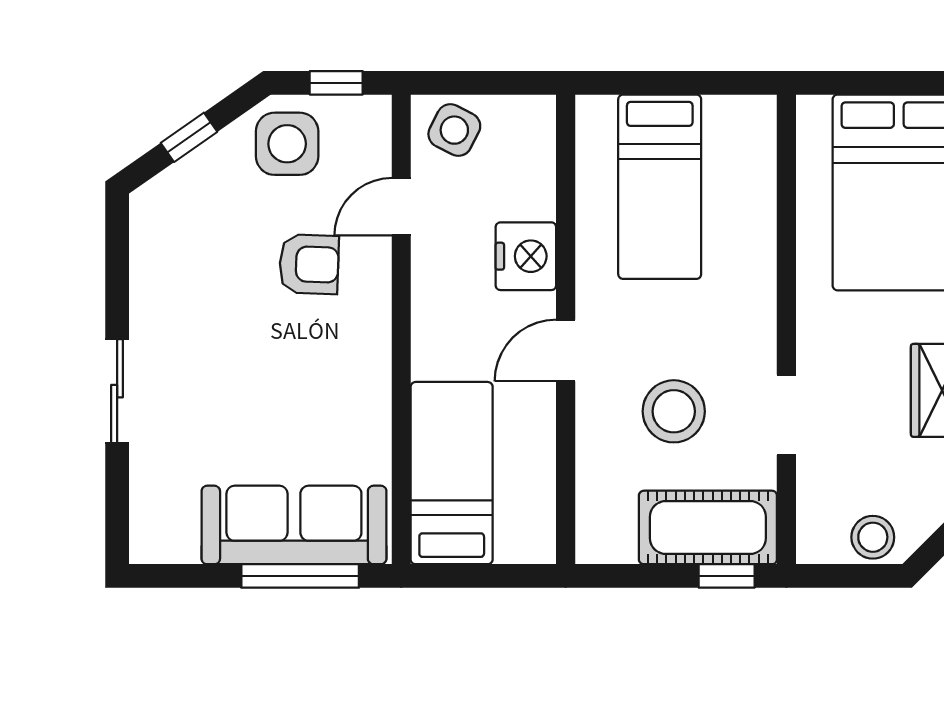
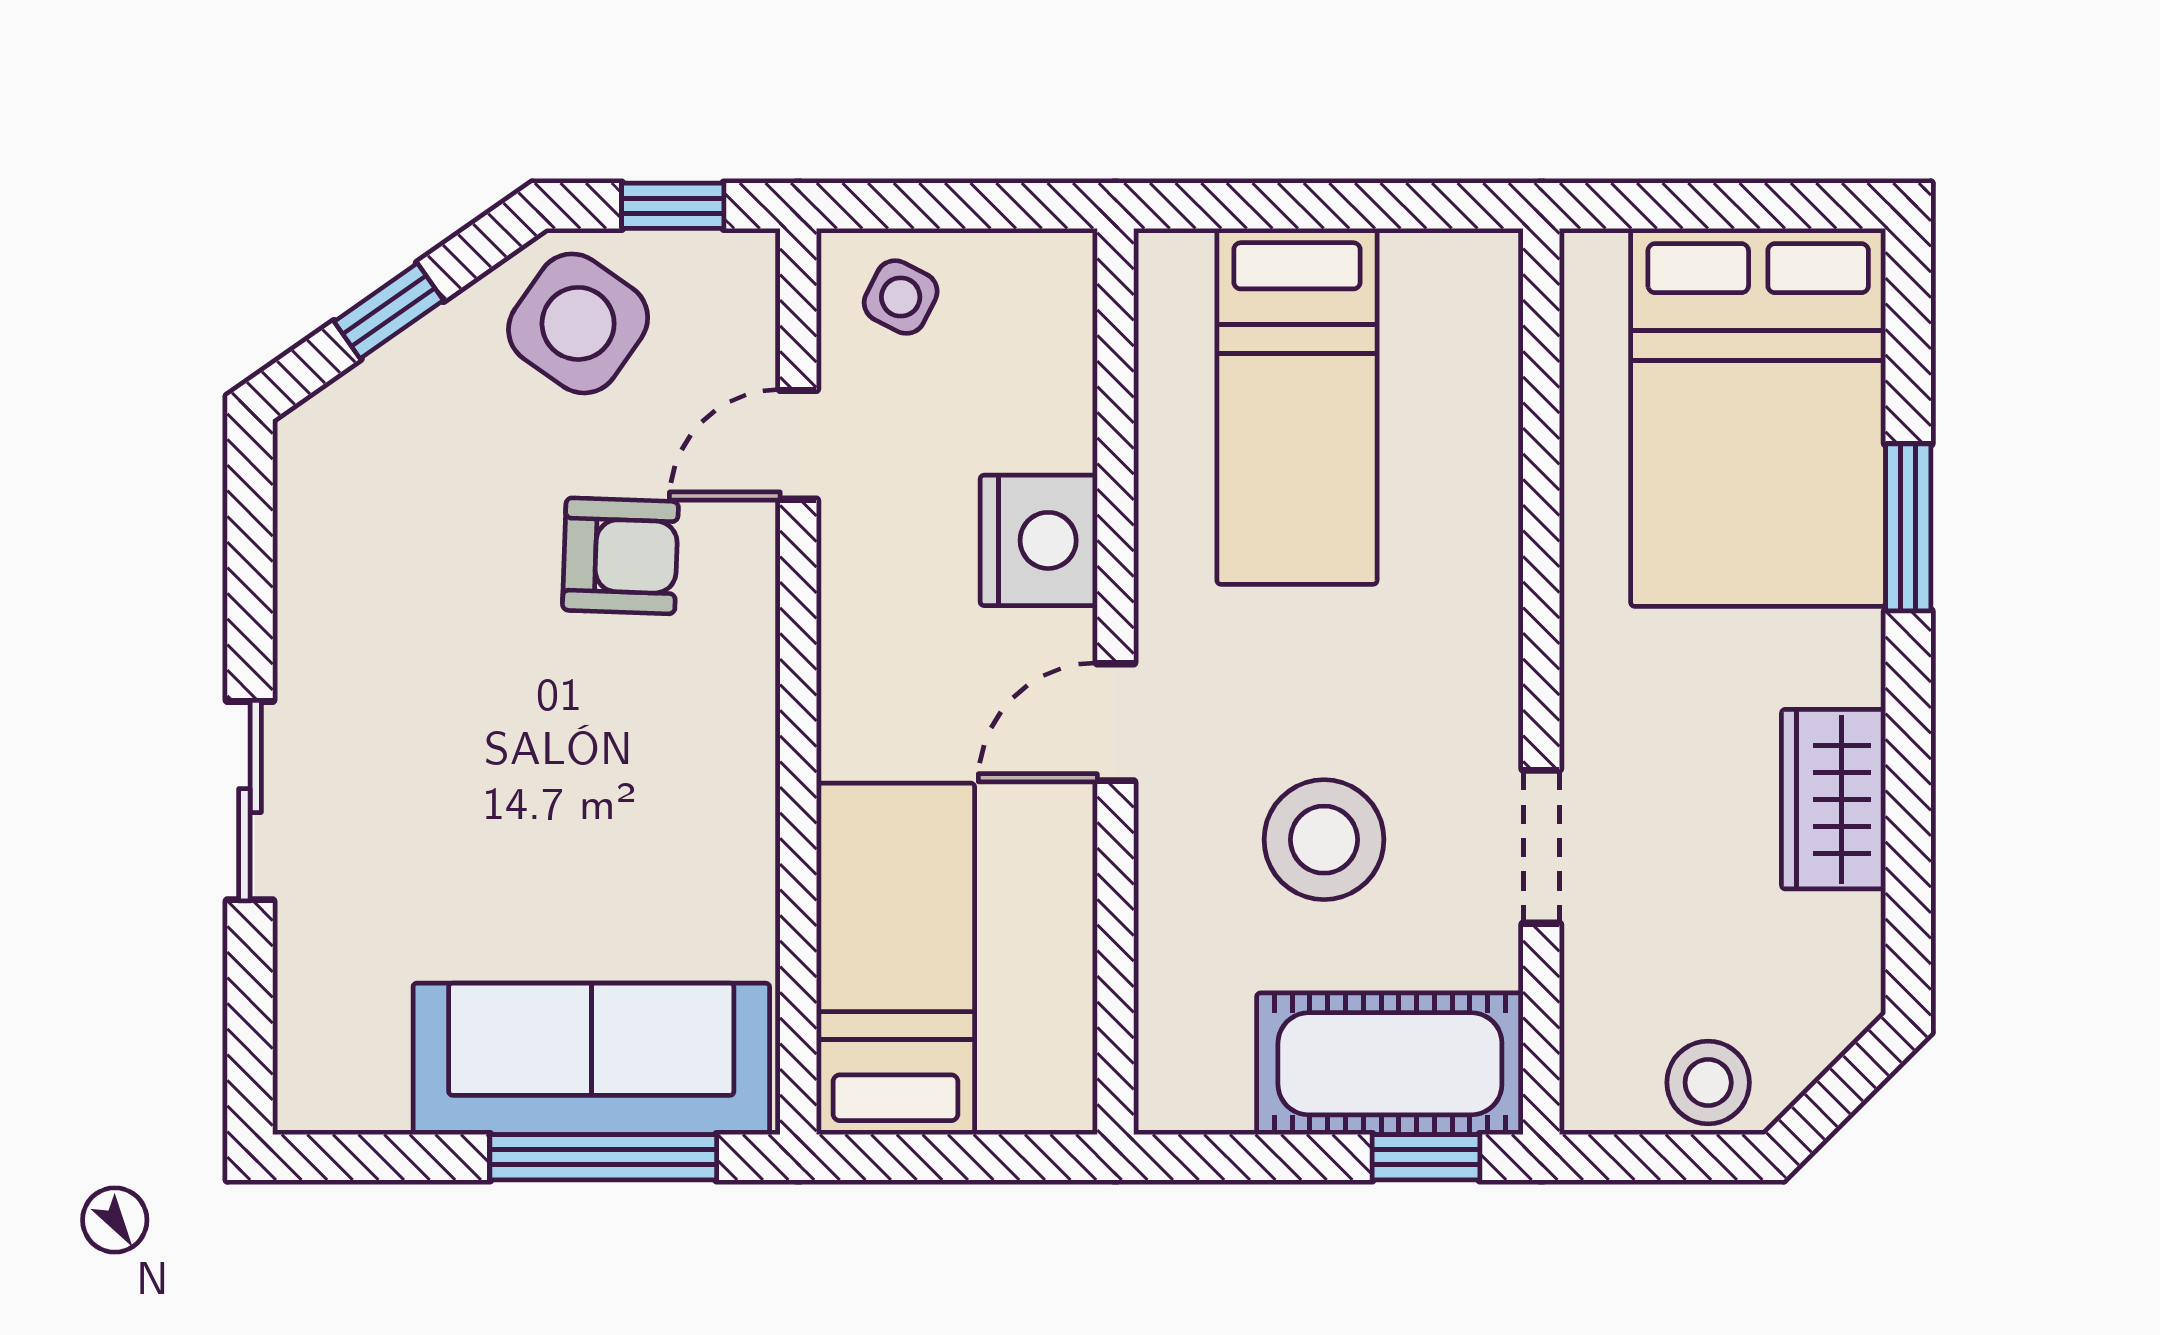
side table: (454, 130) -> (901, 297), width x0.73, depth x0.73
side table: (287, 144) -> (578, 323), turned 35

